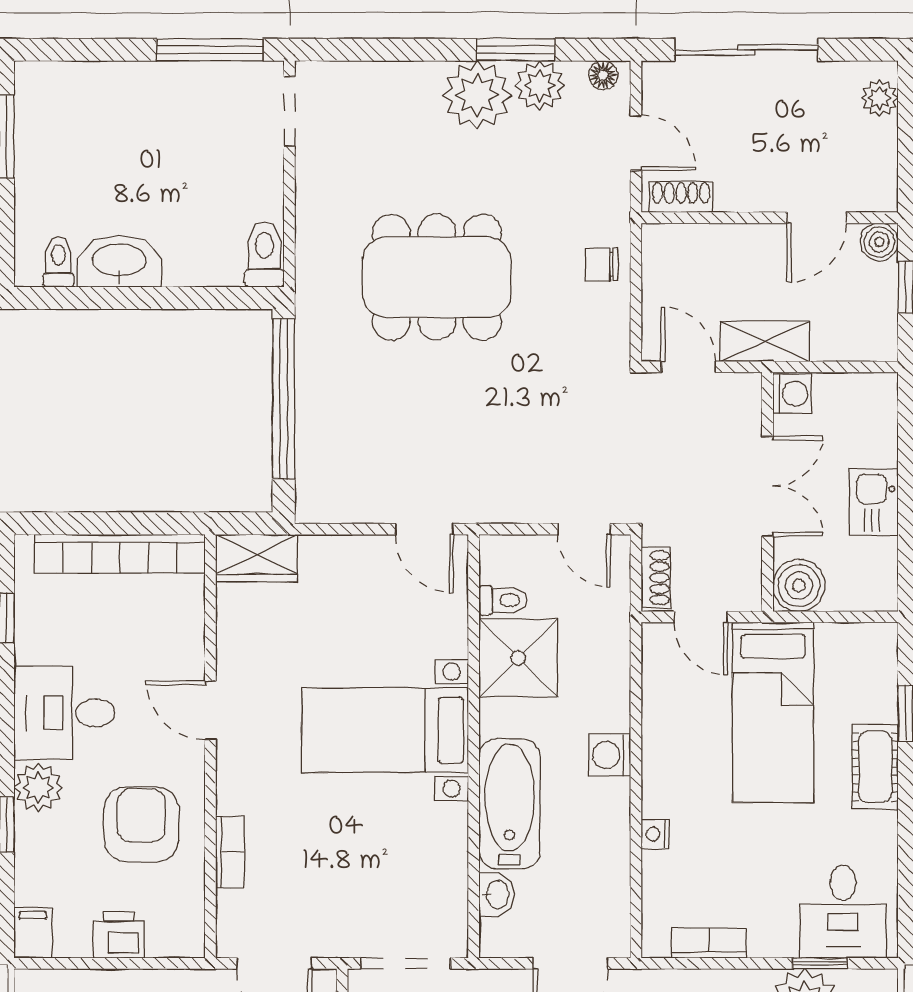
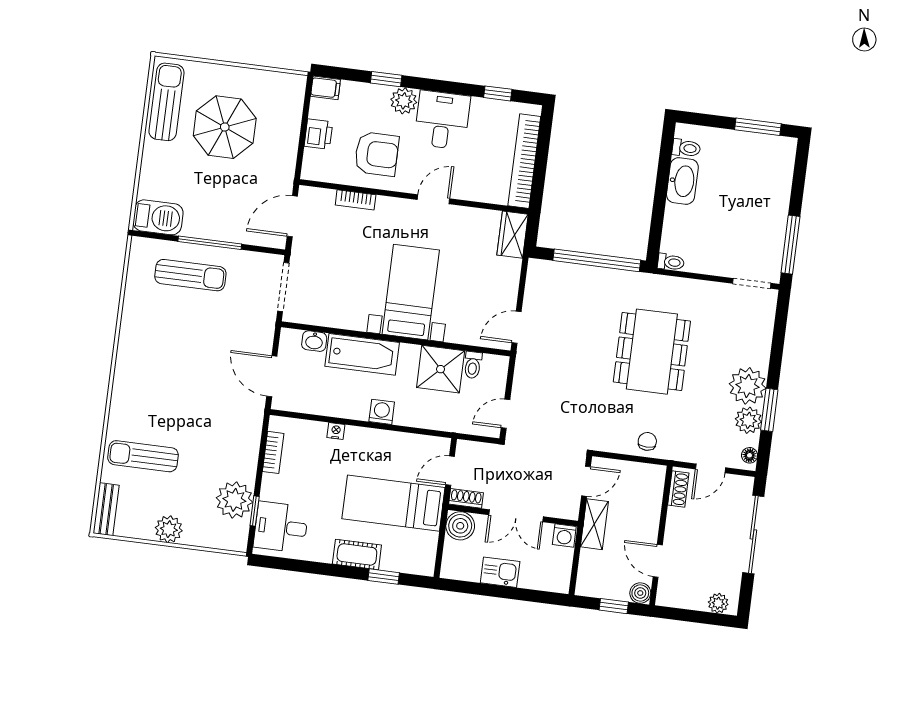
toilet: (264, 254) -> (671, 262), width x0.73, depth x0.72
shoe rack: (656, 578) -> (466, 498), moved, turned 180

